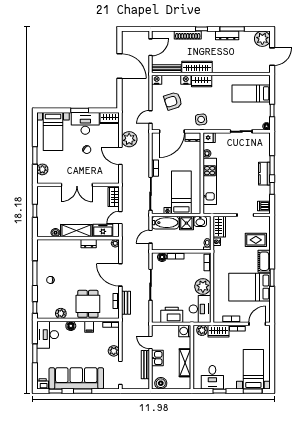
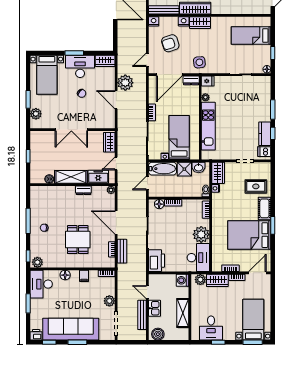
kitchen counter: (264, 174) -> (265, 134), moved
dining table: (88, 304) -> (78, 240), moved
plant: (61, 313) -> (37, 262), moved
printer: (172, 315) -> (157, 261), moved, turned 90

